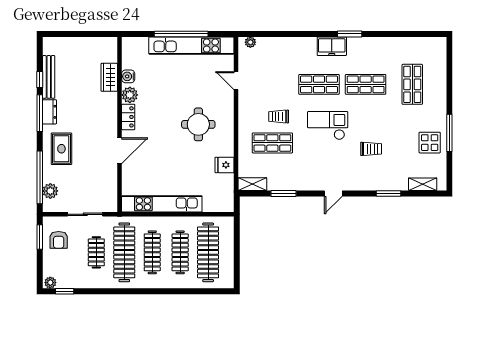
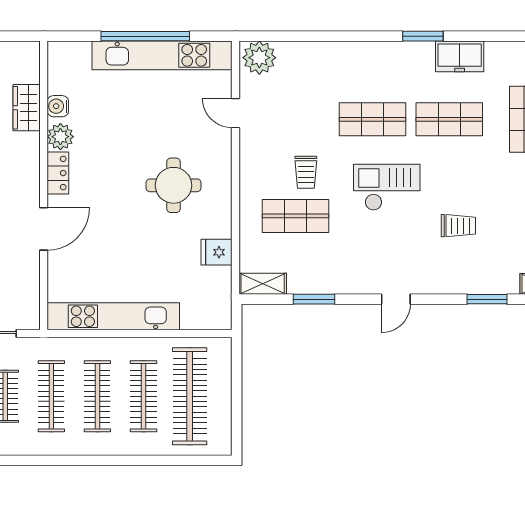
plant: (250, 42) -> (259, 58), width x1.88, depth x1.88
freezer: (332, 46) -> (460, 56), moved
trolley: (279, 116) -> (306, 172), turned -90
clothes rail: (124, 252) -> (51, 396), width x0.73, depth x0.76

